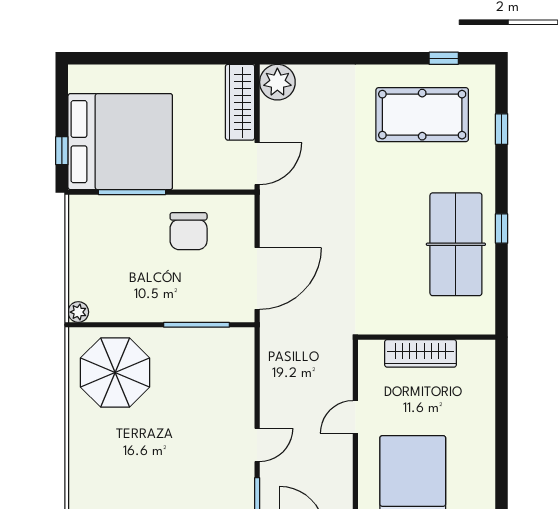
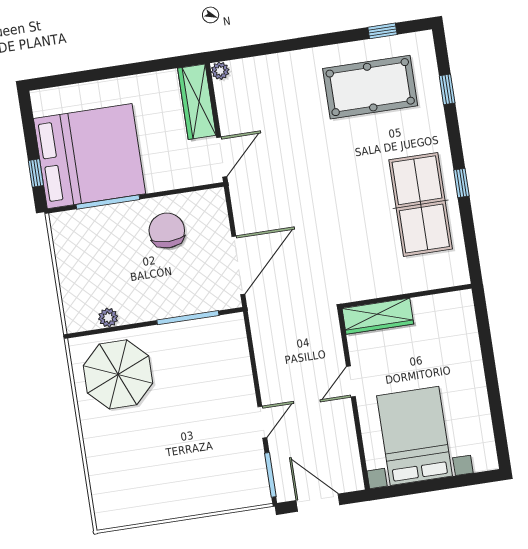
plant: (277, 82) -> (220, 71), width x0.53, depth x0.53
chair: (189, 231) -> (167, 231), turned 180
plant: (78, 312) -> (108, 318), moved
wardrobe: (421, 353) -> (378, 316), moved

